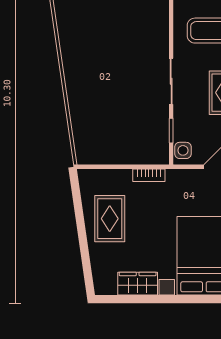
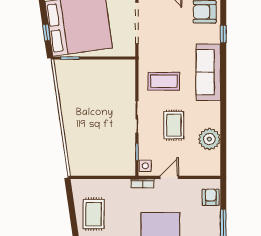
bookcase: (149, 175) -> (143, 183), moved

